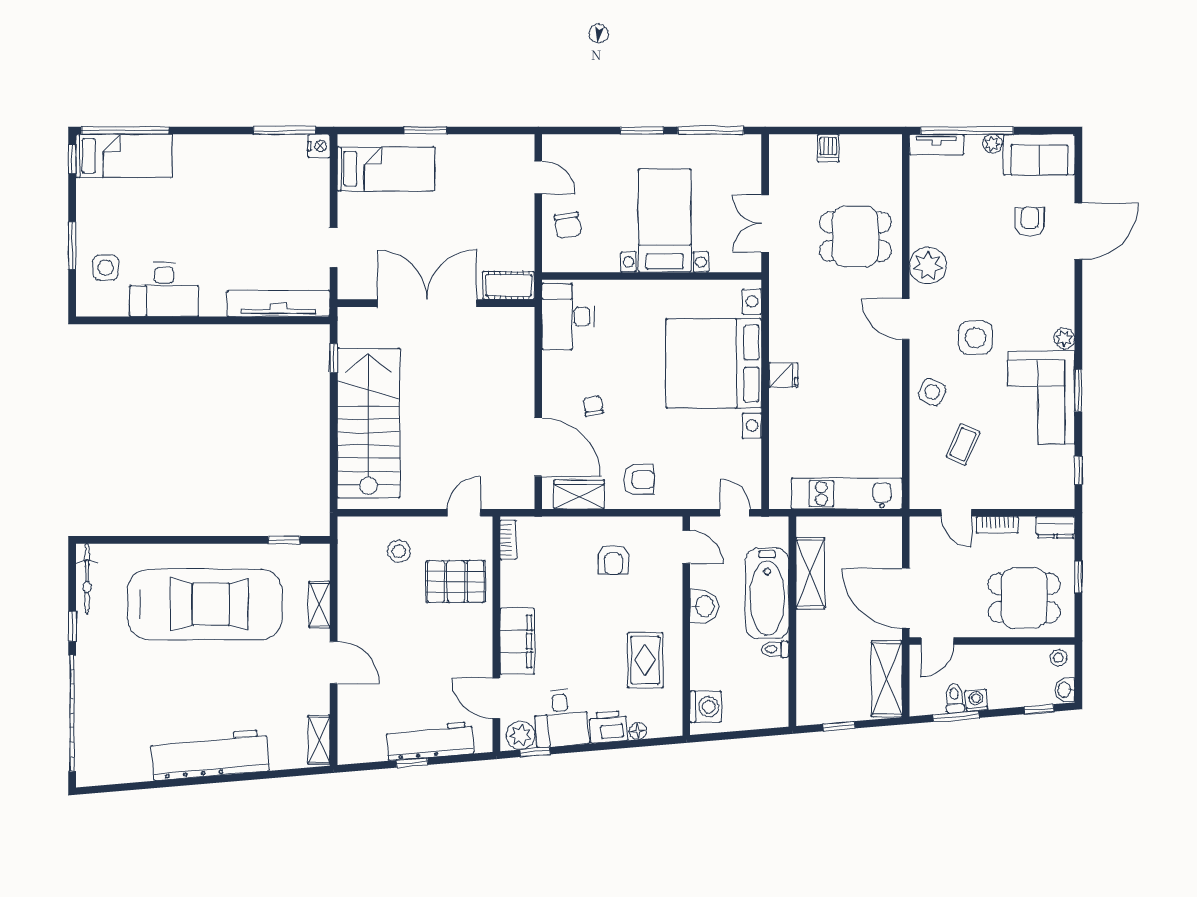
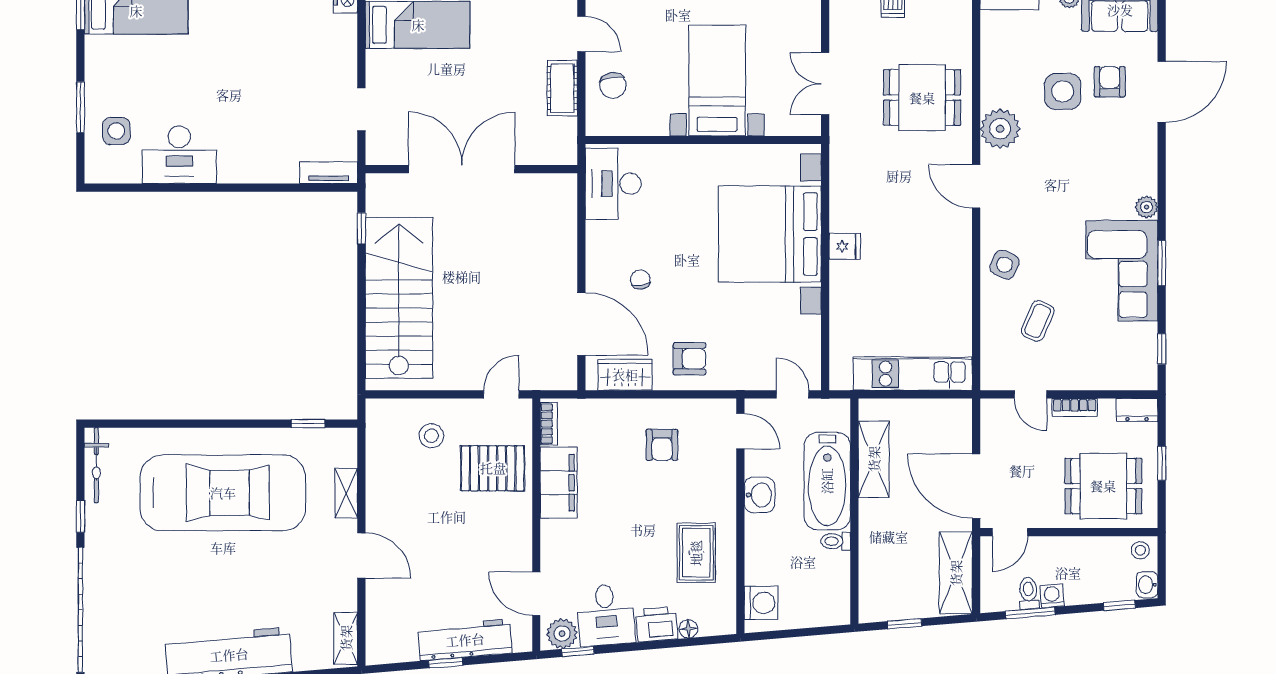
cot: (509, 285) -> (562, 88), moved, turned 90
tv unit: (278, 304) -> (329, 173), width x0.52, depth x0.78
side table: (976, 338) -> (1063, 91), moved
filing cabinet: (517, 641) -> (559, 483), moved

